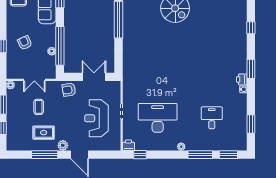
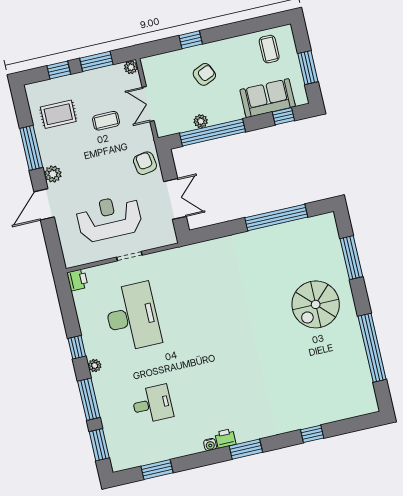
rug: (44, 133) -> (58, 114), moved, turned 90
window: (140, 155) -> (77, 347), moved

